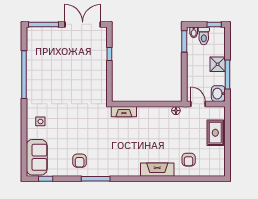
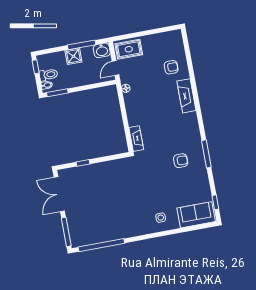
window: (24, 75) -> (101, 245), moved
rug: (215, 133) -> (129, 49), moved
armchair: (80, 161) -> (181, 161), moved

